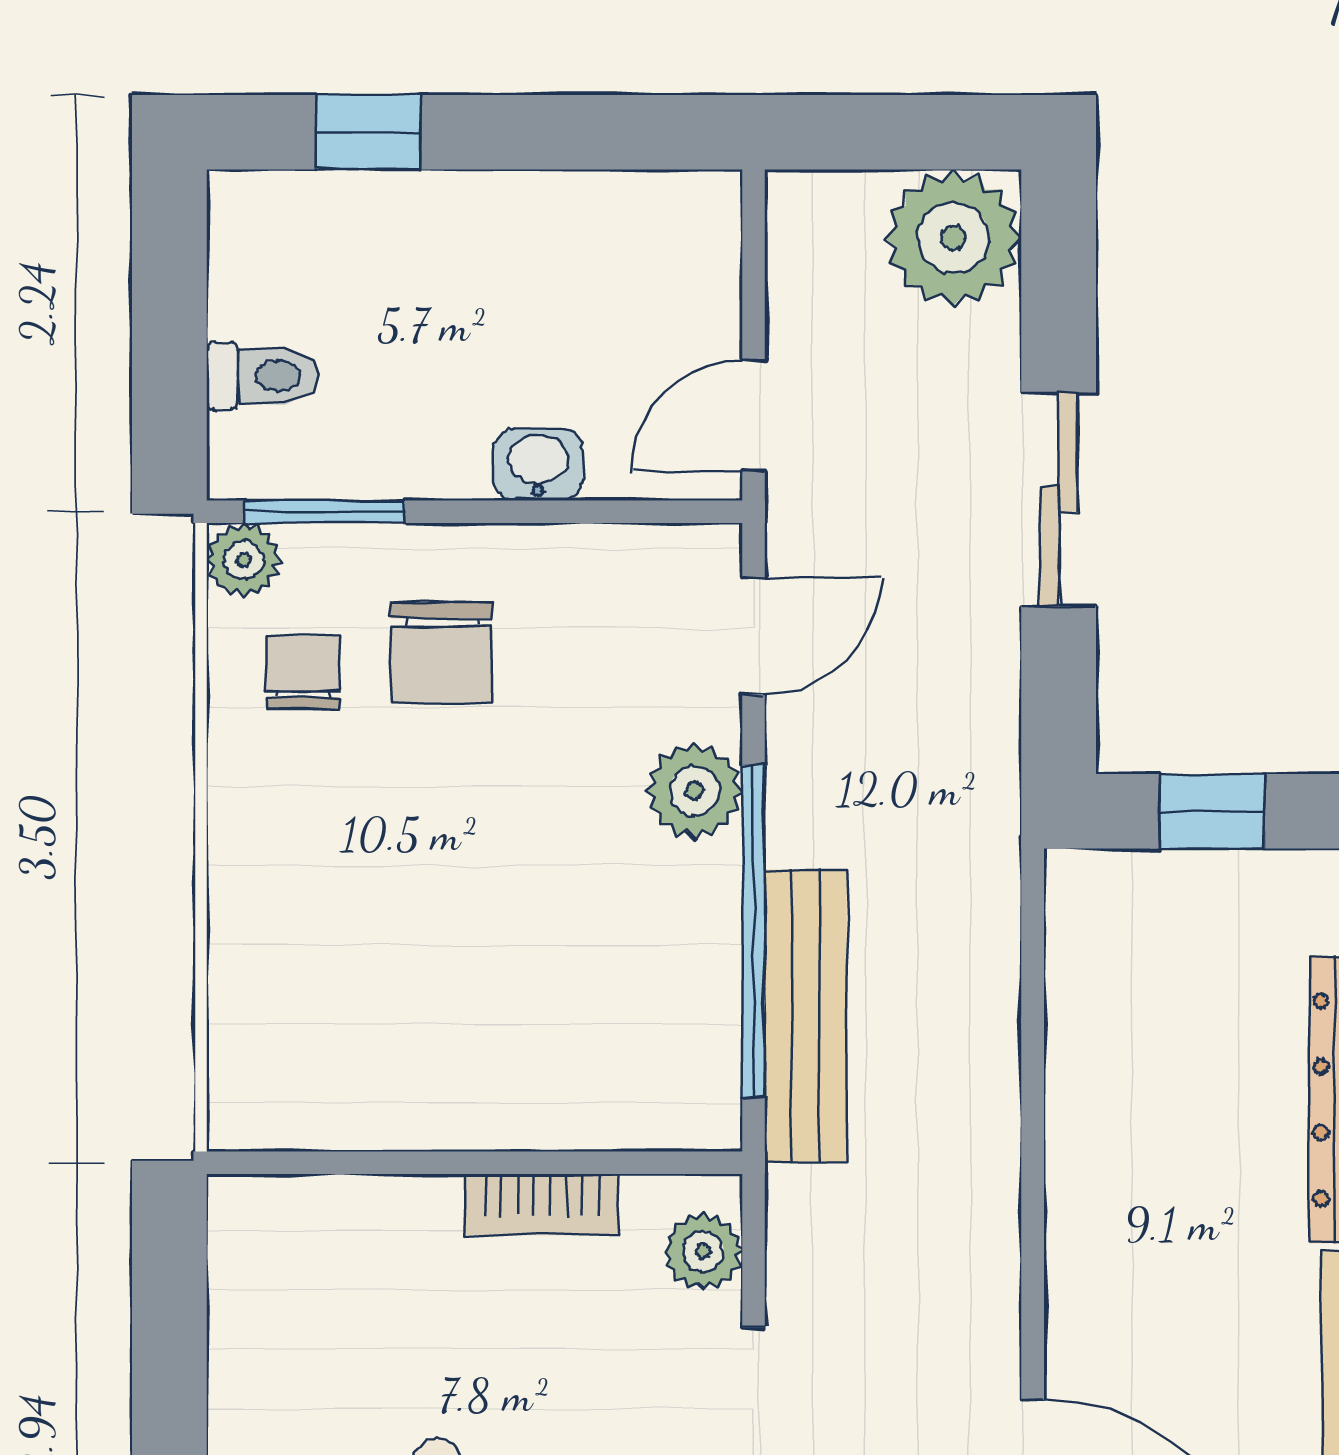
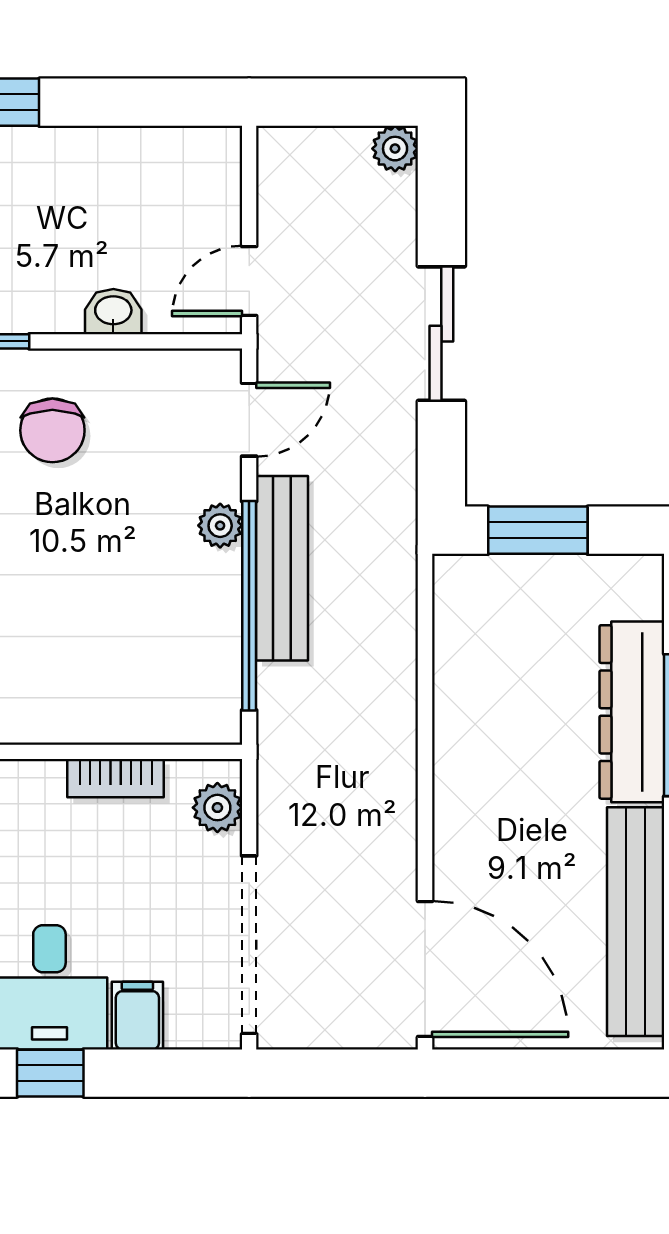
plant: (953, 238) -> (395, 149), width x0.53, depth x0.53
plant: (694, 791) -> (220, 526), width x0.73, depth x0.73
window: (1212, 811) -> (538, 530), width x1.50
bench: (806, 1016) -> (282, 568), moved

